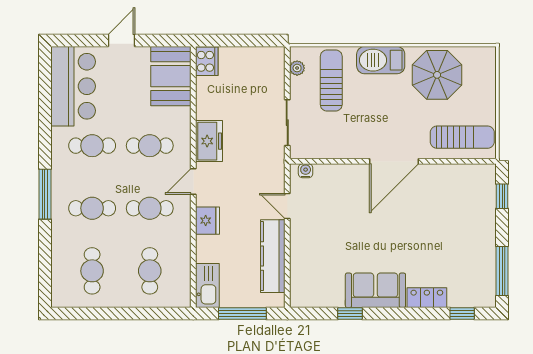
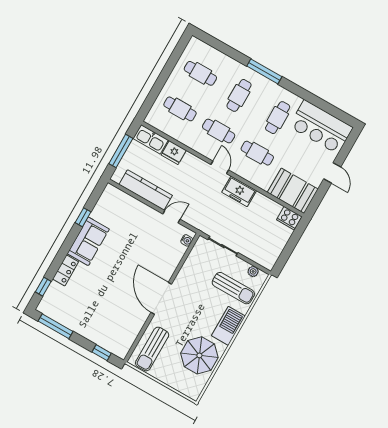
cafe table: (150, 146) -> (257, 153), turned 90
cafe table: (150, 208) -> (219, 131), turned 90
fridge: (207, 221) -> (174, 153), moved

